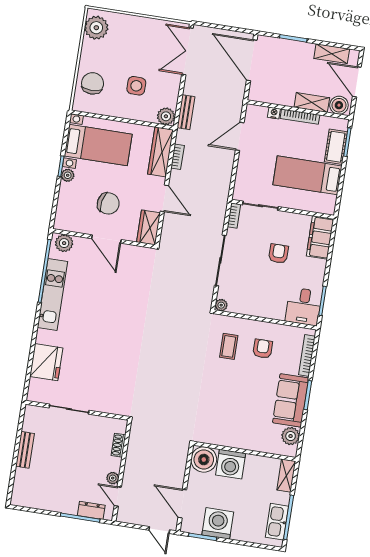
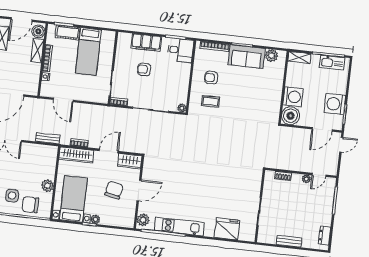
side table: (136, 86) -> (12, 196), moved
plant: (166, 116) -> (47, 186), moved
filing cabinet: (320, 237) -> (146, 42), moved
dresser: (91, 510) -> (325, 235), moved

